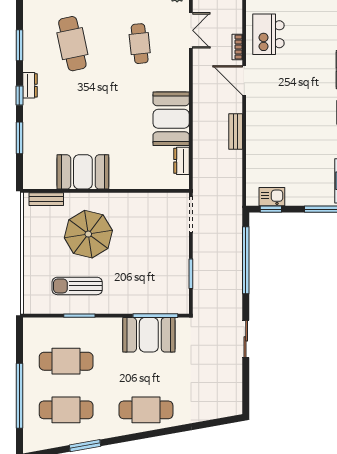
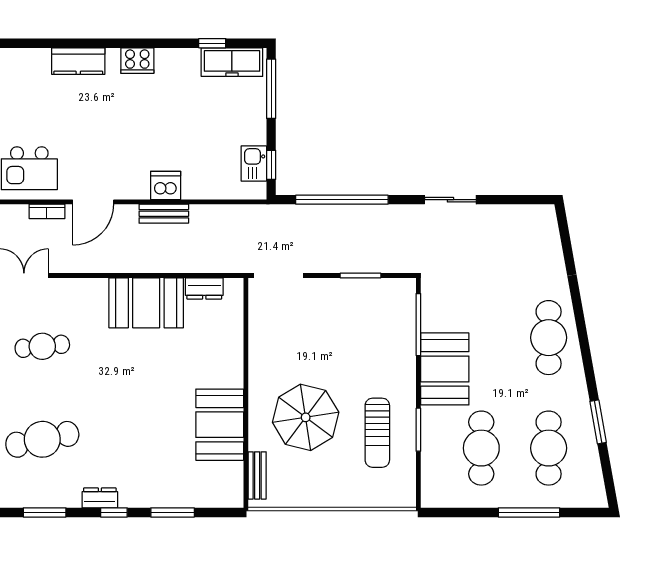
dishwasher: (256, 133) -> (166, 185), added
booth: (149, 335) -> (445, 369), moved
window: (19, 396) -> (529, 512), width x0.68

